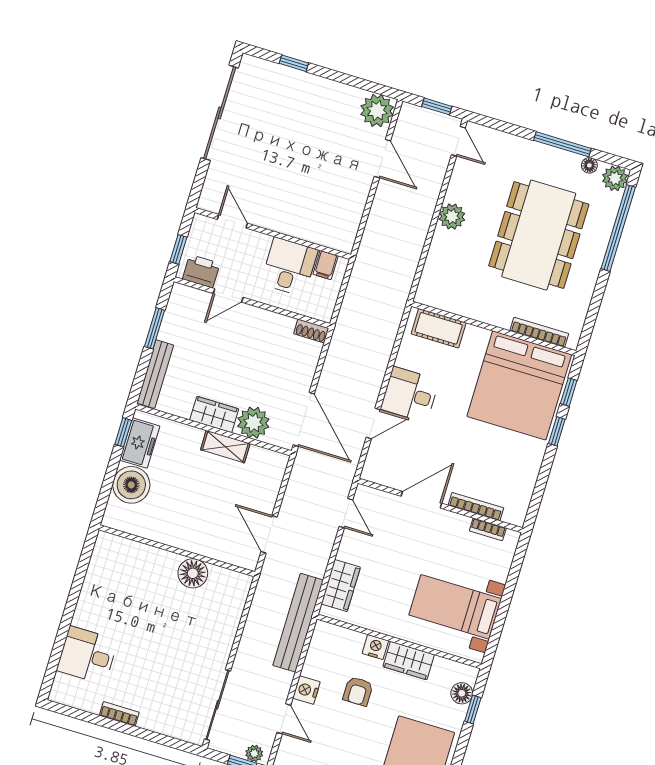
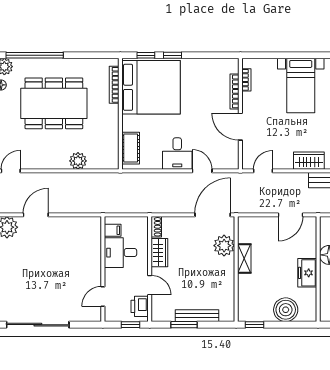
plant: (452, 216) -> (78, 161), moved
bench: (155, 374) -> (197, 316), moved
wardrobe: (214, 415) -> (159, 253), moved, turned 180
freezer: (140, 443) -> (307, 273), moved, turned -90

